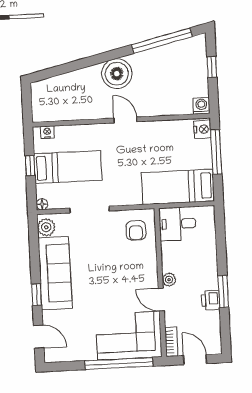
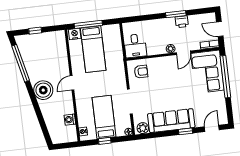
washing machine: (201, 106) -> (70, 120), moved
bed: (178, 187) -> (93, 49), moved
door: (195, 360) -> (220, 29), hinge flipped

